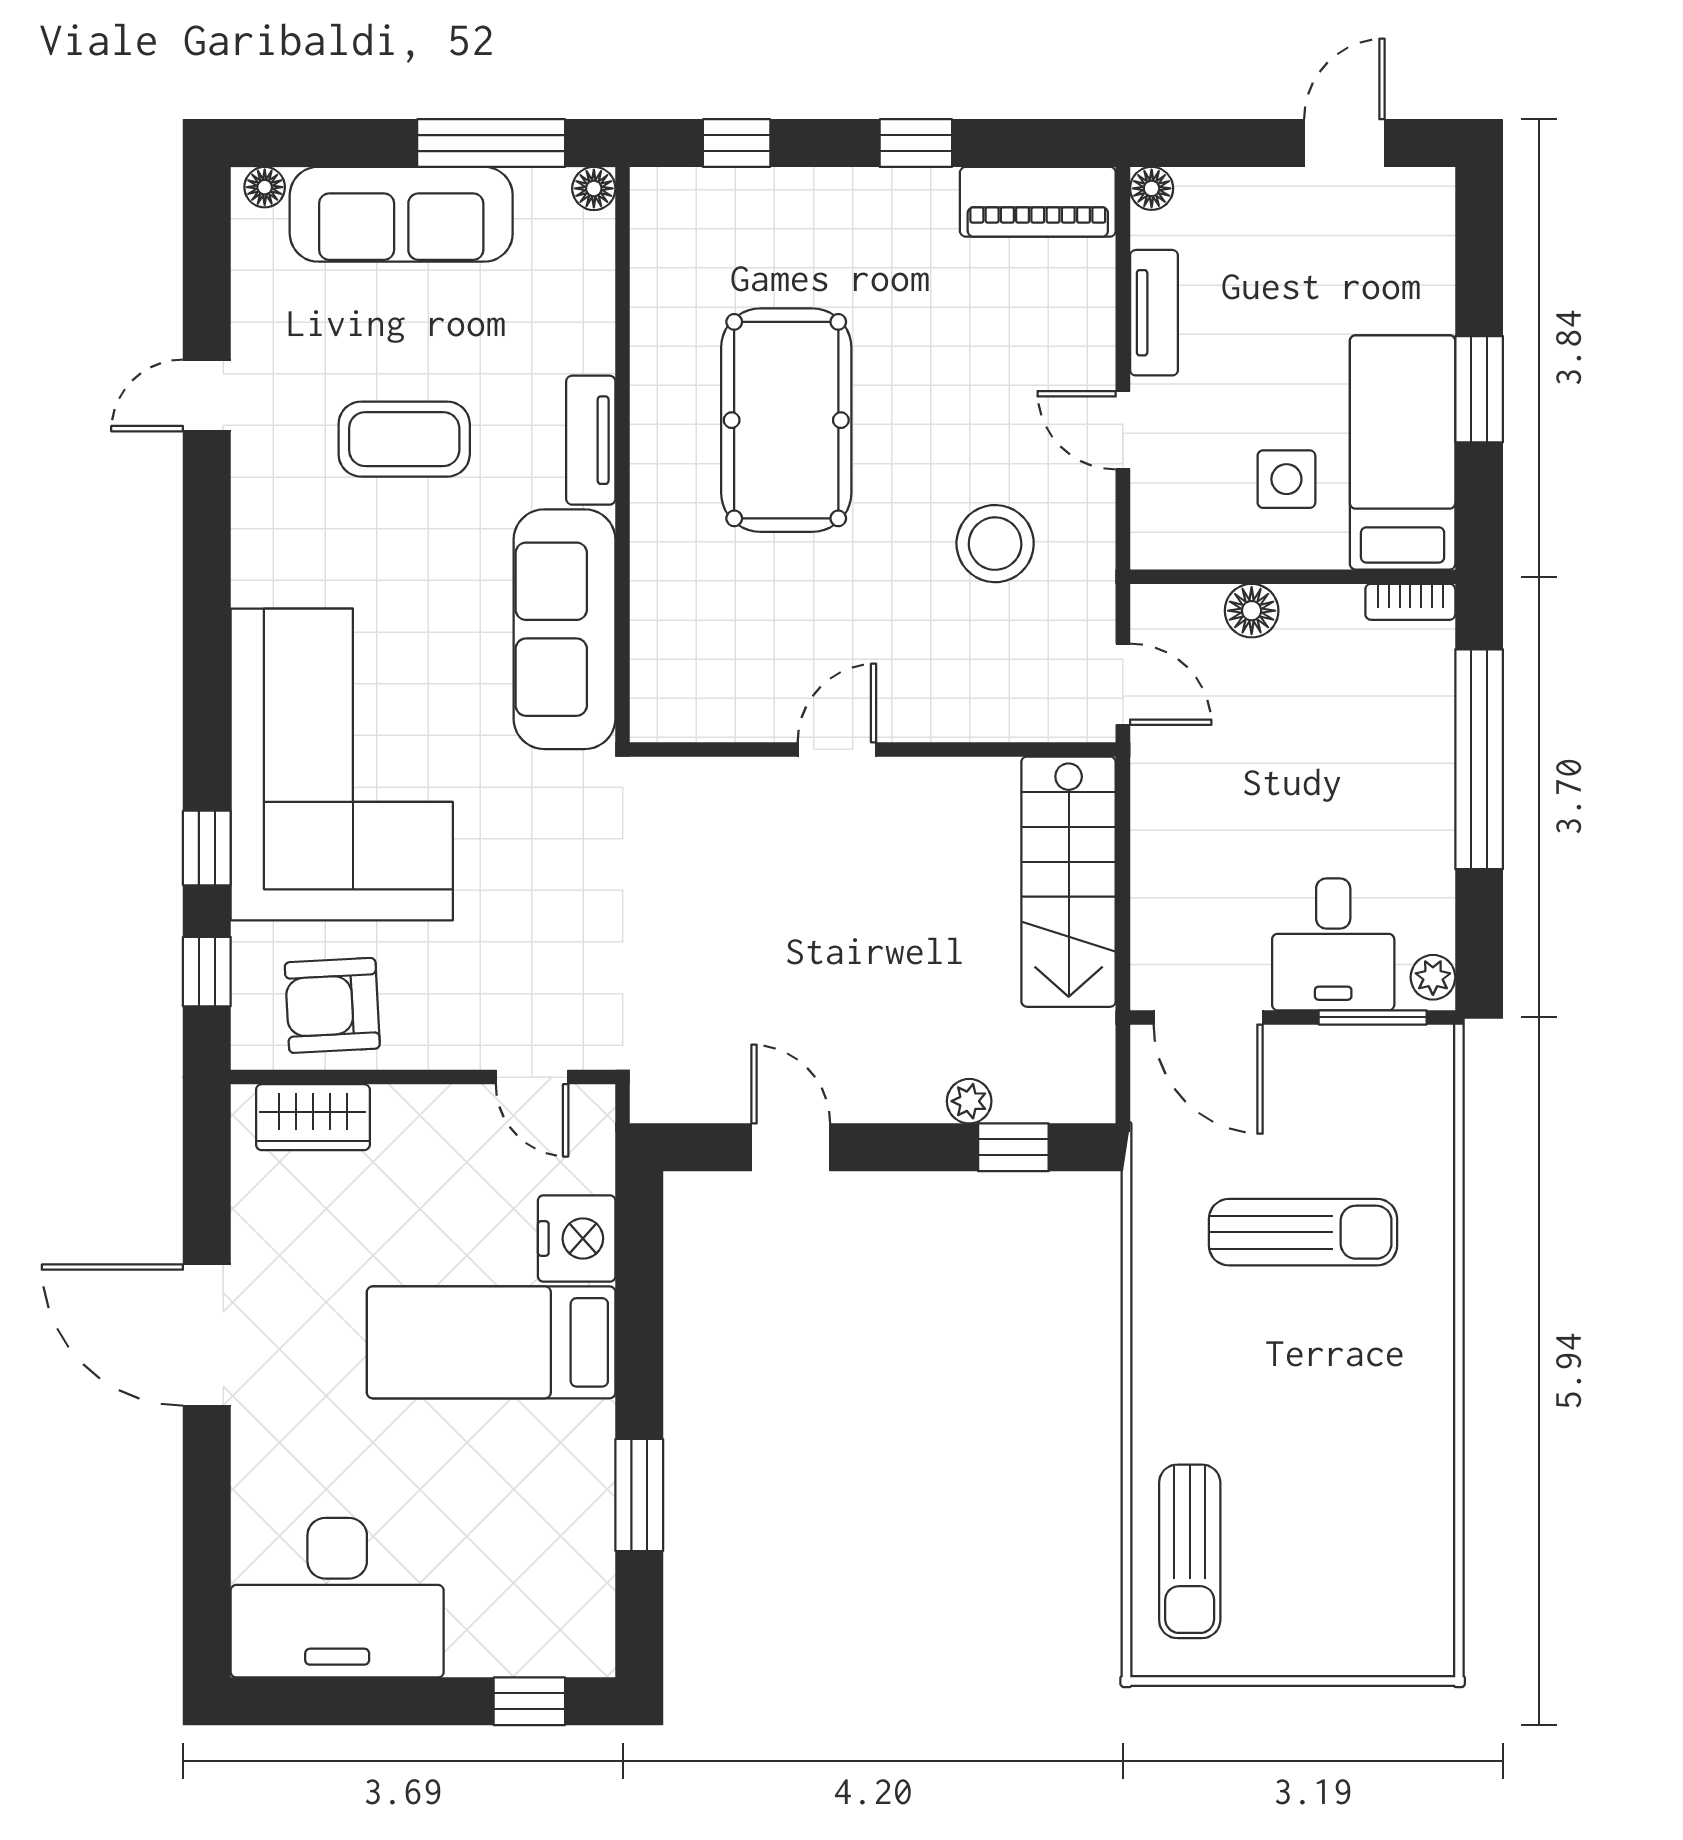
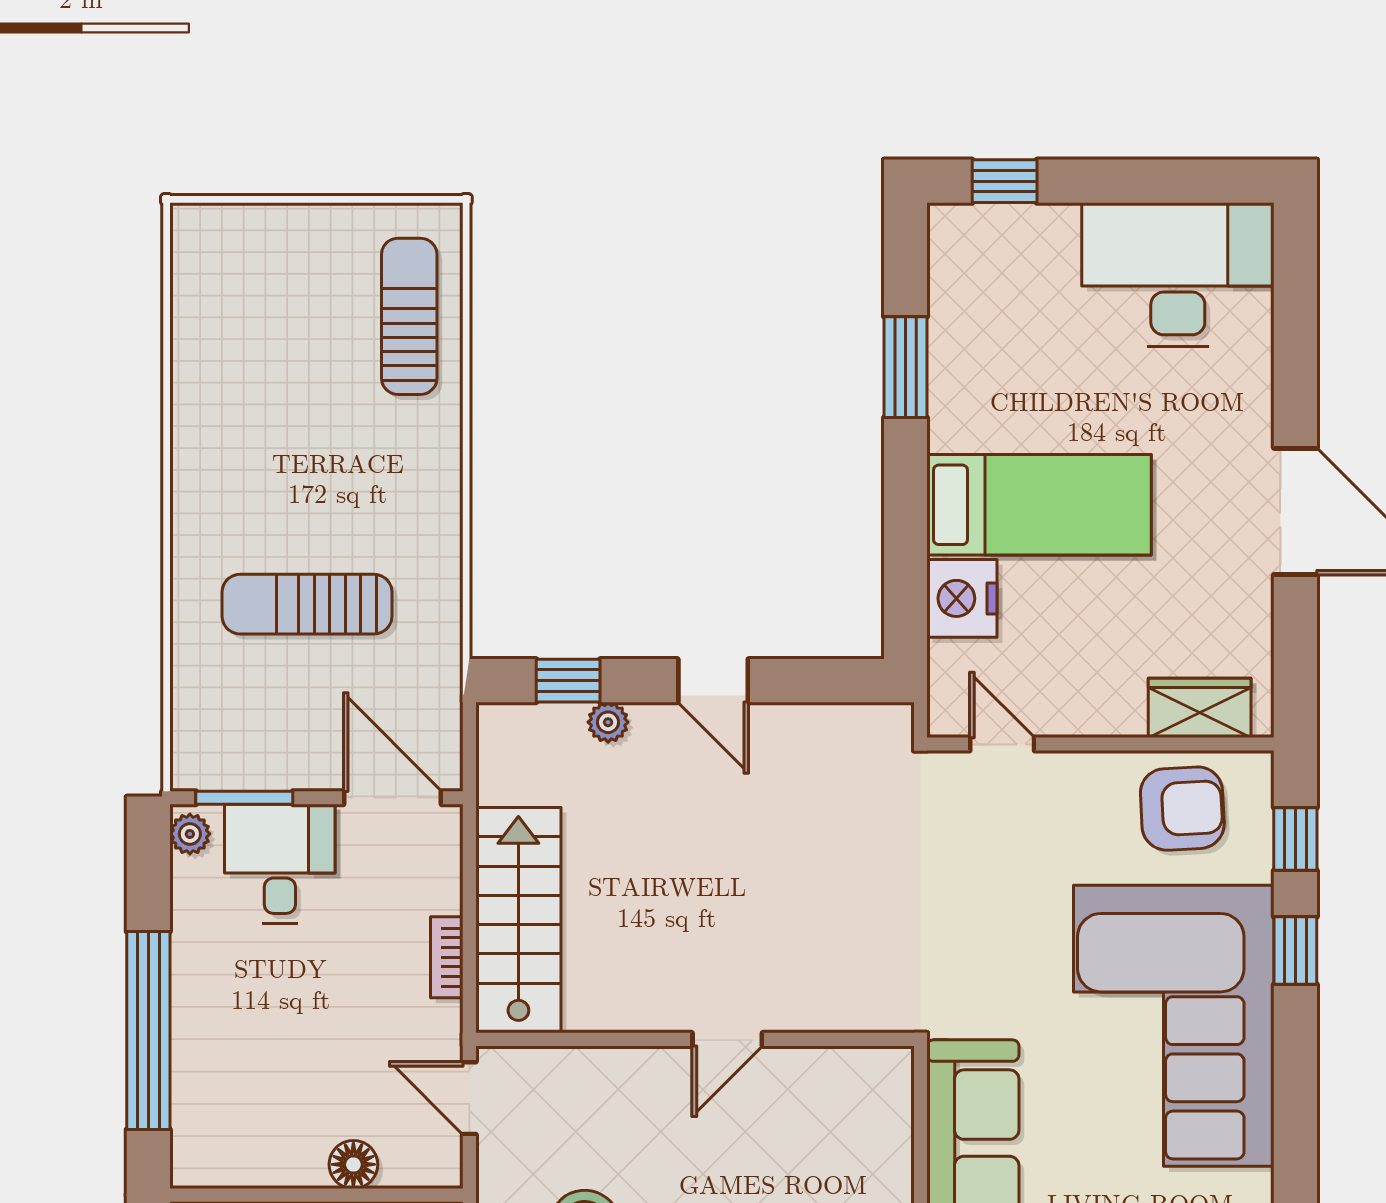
bookcase: (1410, 602) -> (447, 957), moved, turned -90
door: (791, 1147) -> (713, 681), moved

